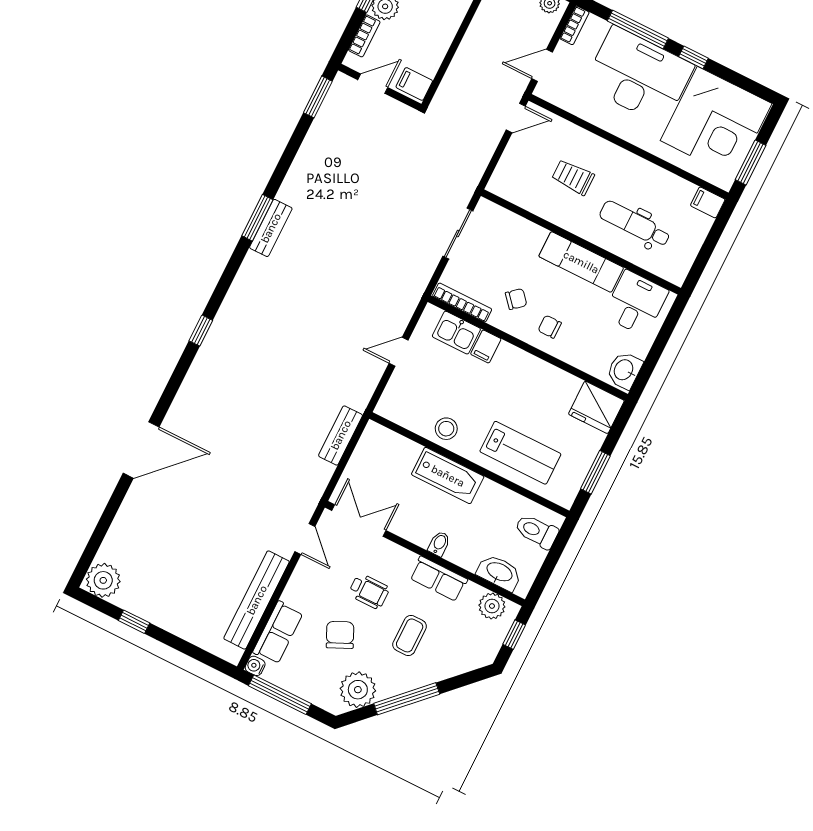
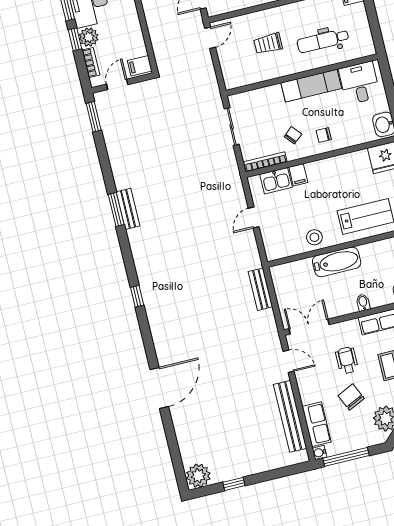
wheelchair: (369, 591) -> (347, 360), turned -90

